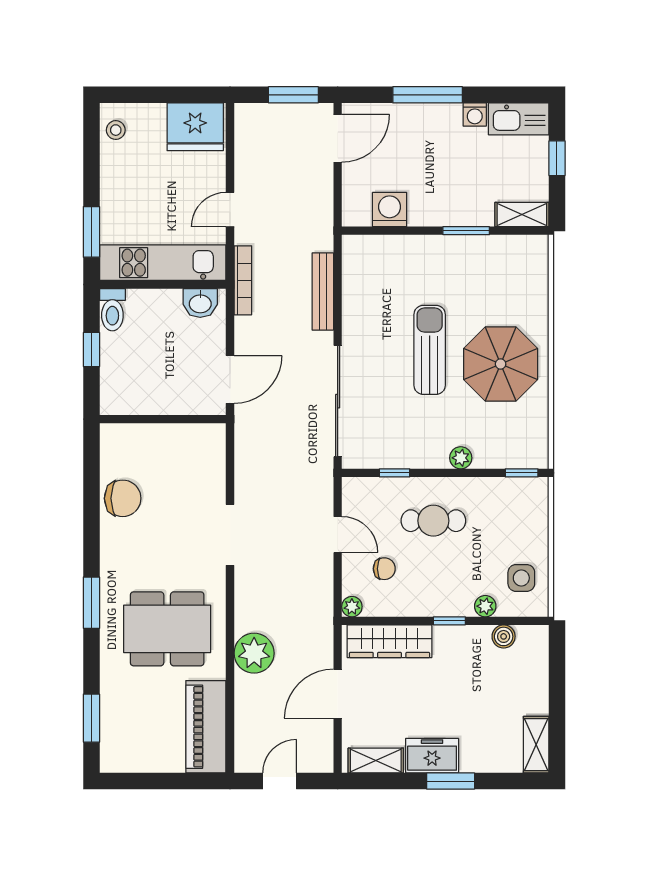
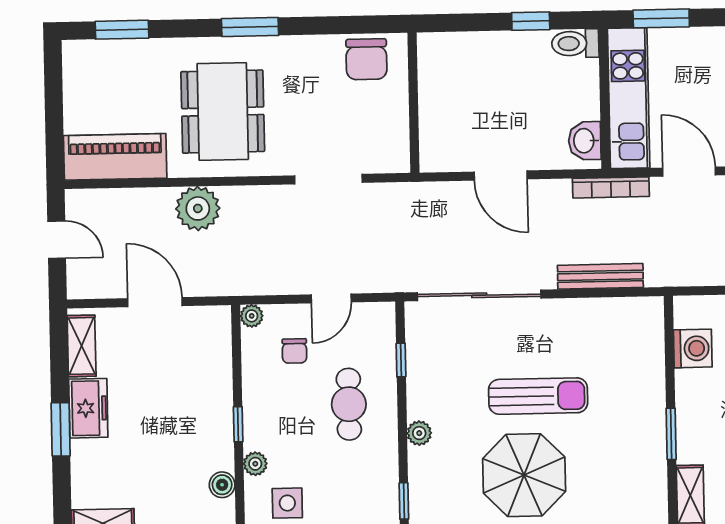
door: (230, 210) -> (689, 172), width x1.38
wall: (163, 419) -> (413, 103), moved
wardrobe: (390, 641) -> (214, 358), removed

